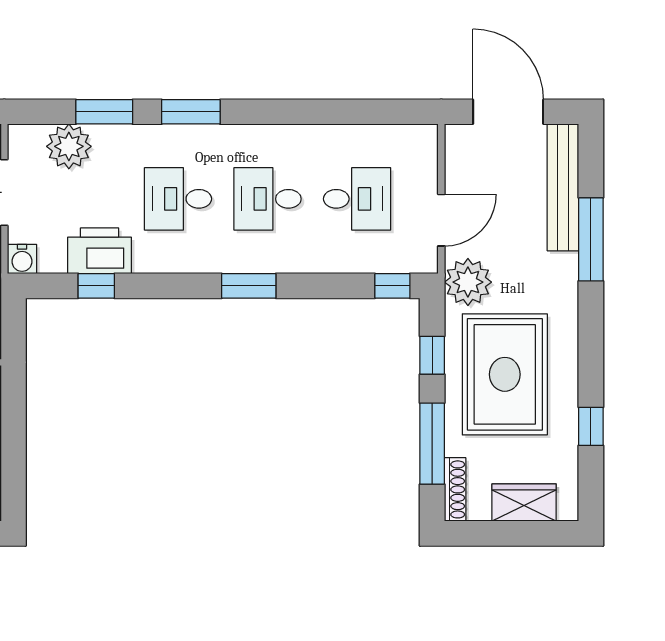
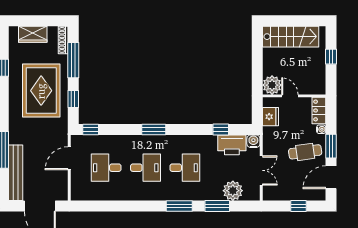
printer: (100, 251) -> (232, 145), moved
plant: (468, 282) -> (57, 131), removed

